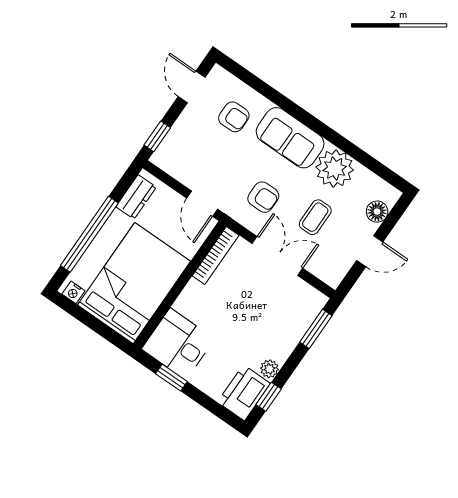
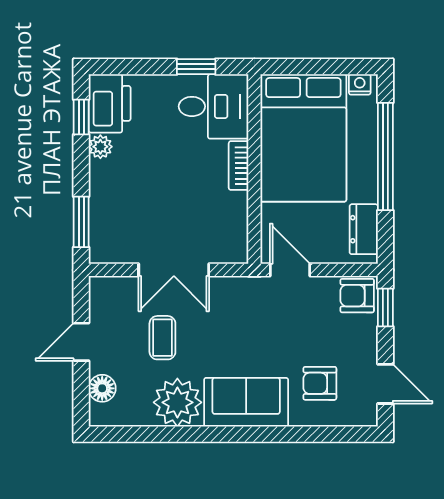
armchair: (263, 197) -> (357, 296), moved
bookcase: (216, 255) -> (239, 166), moved, width x0.64

